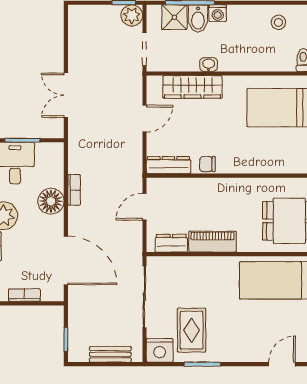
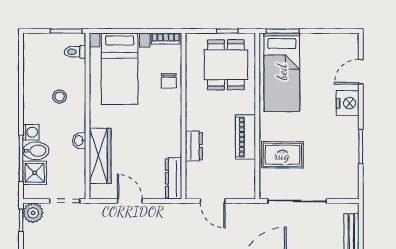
stool: (278, 22) -> (60, 97), moved
chair: (207, 164) -> (169, 81), moved
dresser: (171, 243) -> (194, 146), moved, turned 180
rug: (192, 330) -> (282, 155), moved
nightstand: (160, 350) -> (348, 103), moved
door: (282, 364) -> (361, 72), hinge flipped

